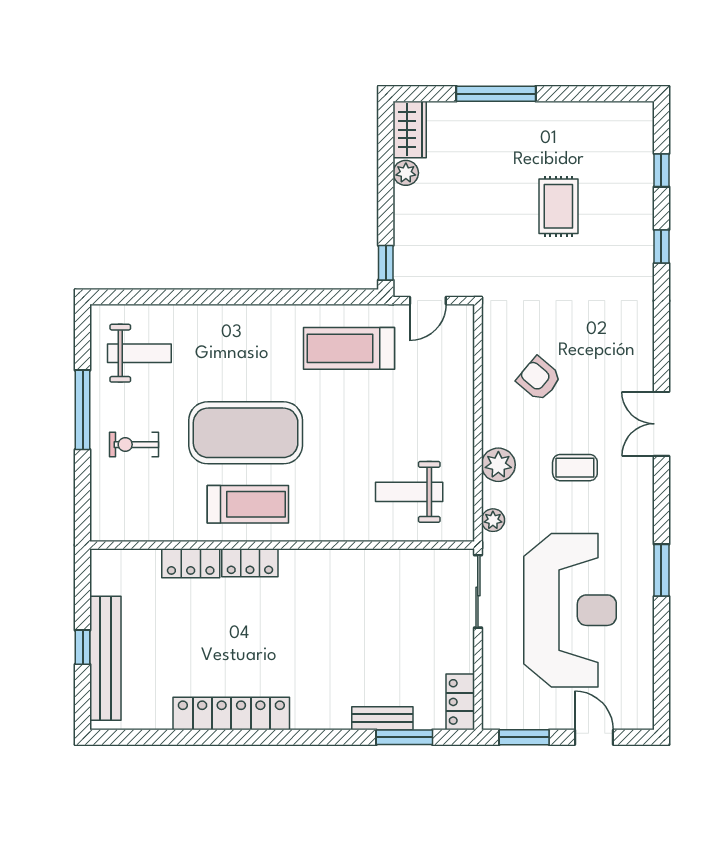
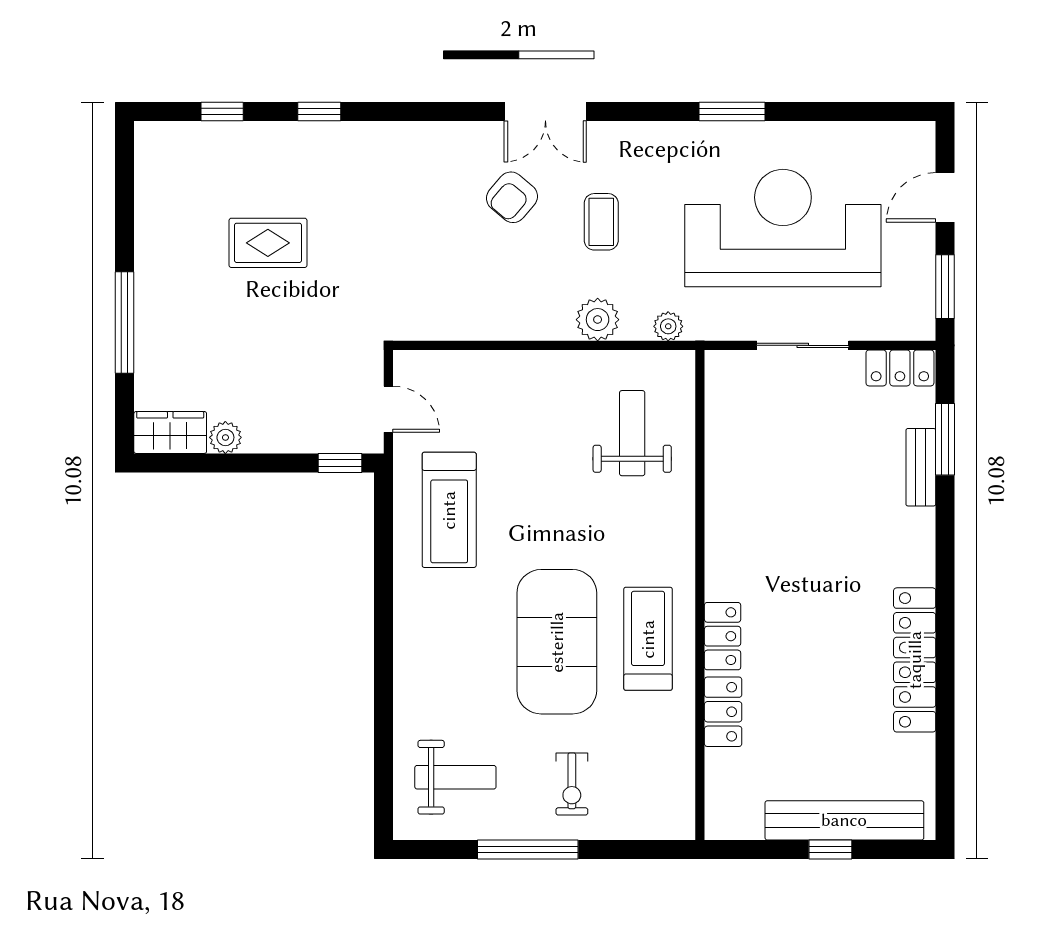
weight bench: (139, 353) -> (455, 777), turned 90
armchair: (539, 379) -> (512, 197), moved
weight bench: (409, 492) -> (632, 433), turned 180
sliding door: (478, 591) -> (803, 345), moved

